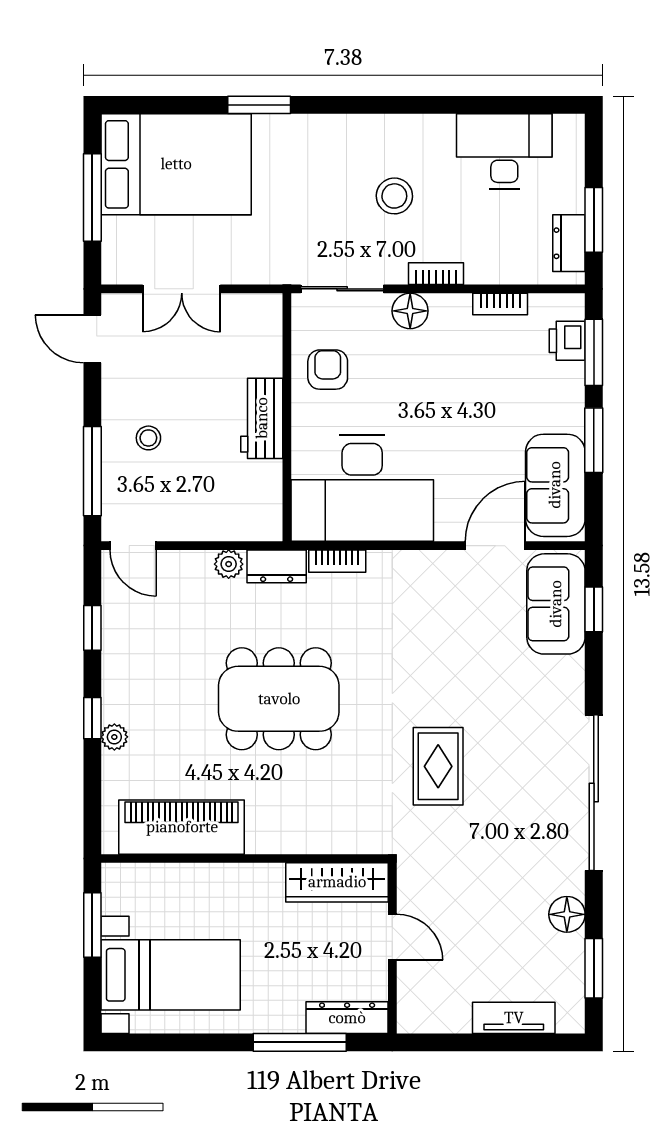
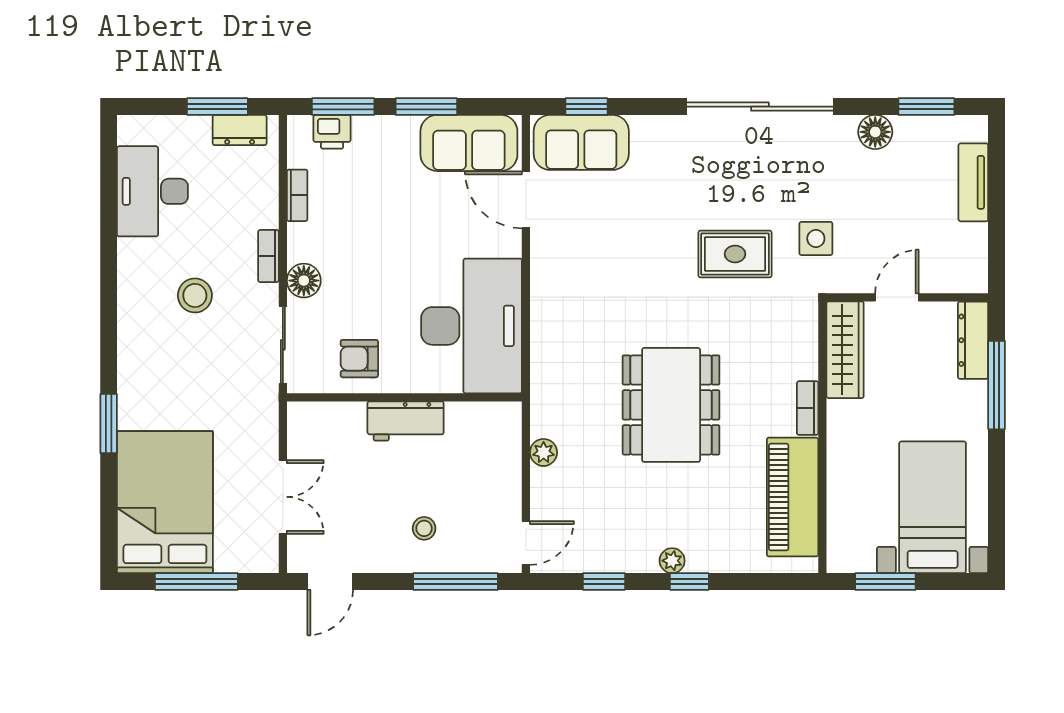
bookcase: (337, 561) -> (808, 408), moved, turned 180
dresser: (277, 566) -> (546, 407), removed
plant: (114, 737) -> (672, 561), moved
side table: (454, 852) -> (816, 239), added

